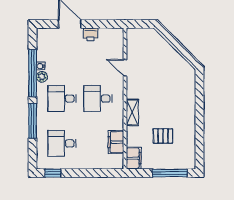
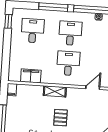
plant: (42, 77) -> (90, 17), removed
pallet: (163, 136) -> (60, 118), moved
filing cabinet: (134, 158) -> (12, 90), width x0.50

